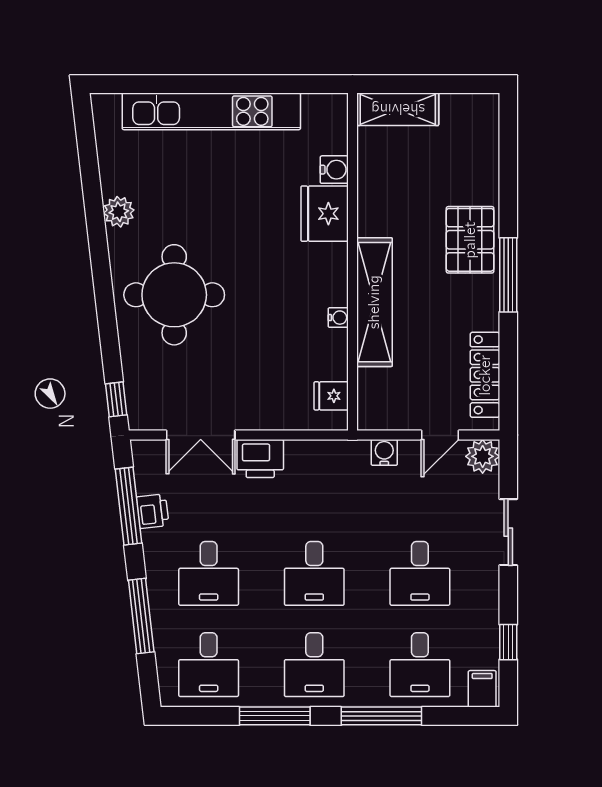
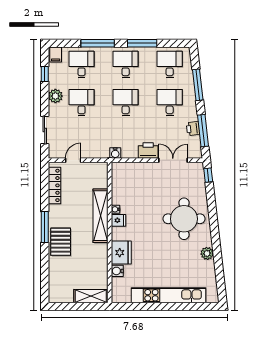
fridge: (331, 396) -> (119, 220), moved
water cooler: (384, 452) -> (115, 153), moved
plant: (483, 456) -> (55, 96), moved
sliding door: (508, 532) -> (45, 130), moved

